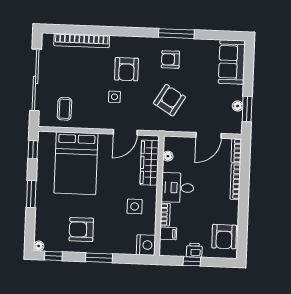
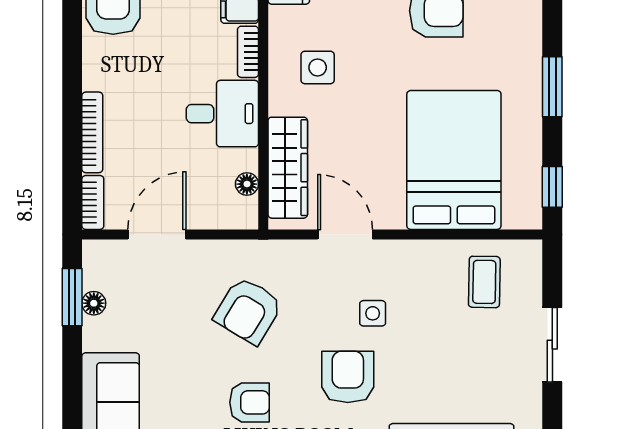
sliding door: (36, 80) -> (552, 345), width x0.54
door: (125, 132) -> (345, 234), hinge flipped

